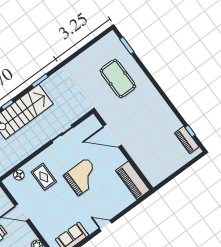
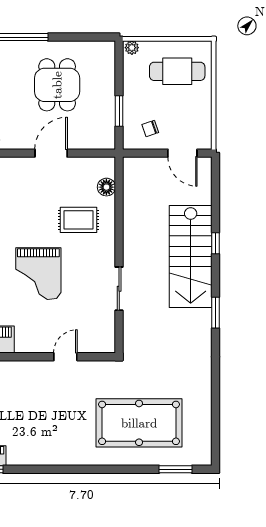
pool table: (118, 78) -> (139, 423), width x1.36, depth x1.32
door: (112, 136) -> (65, 357), width x0.53

